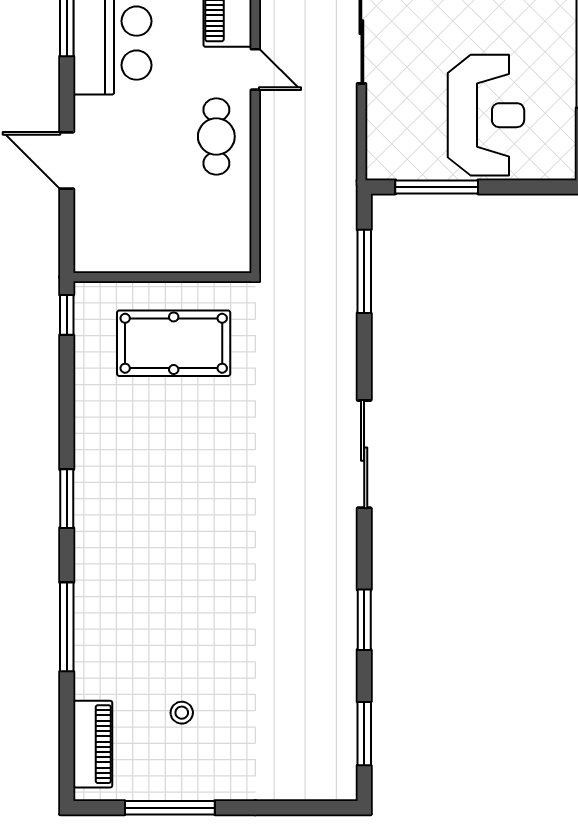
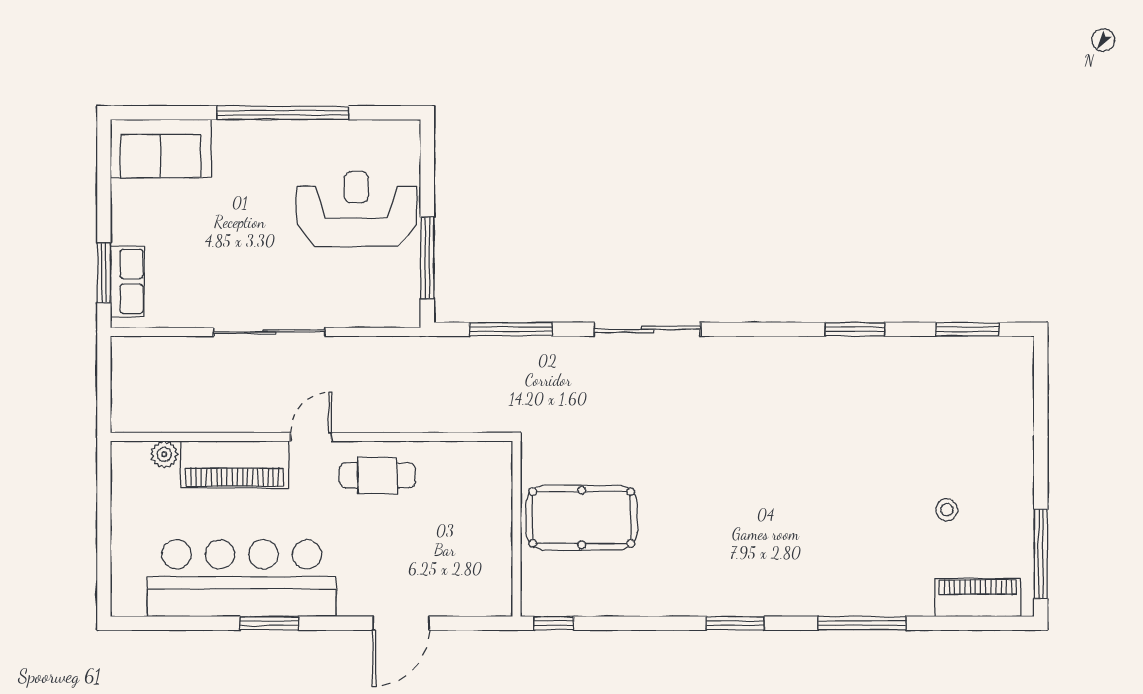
pool table: (174, 343) -> (582, 518), turned 90
sliding door: (364, 454) -> (647, 329), moved
window: (170, 808) -> (1041, 554), moved

